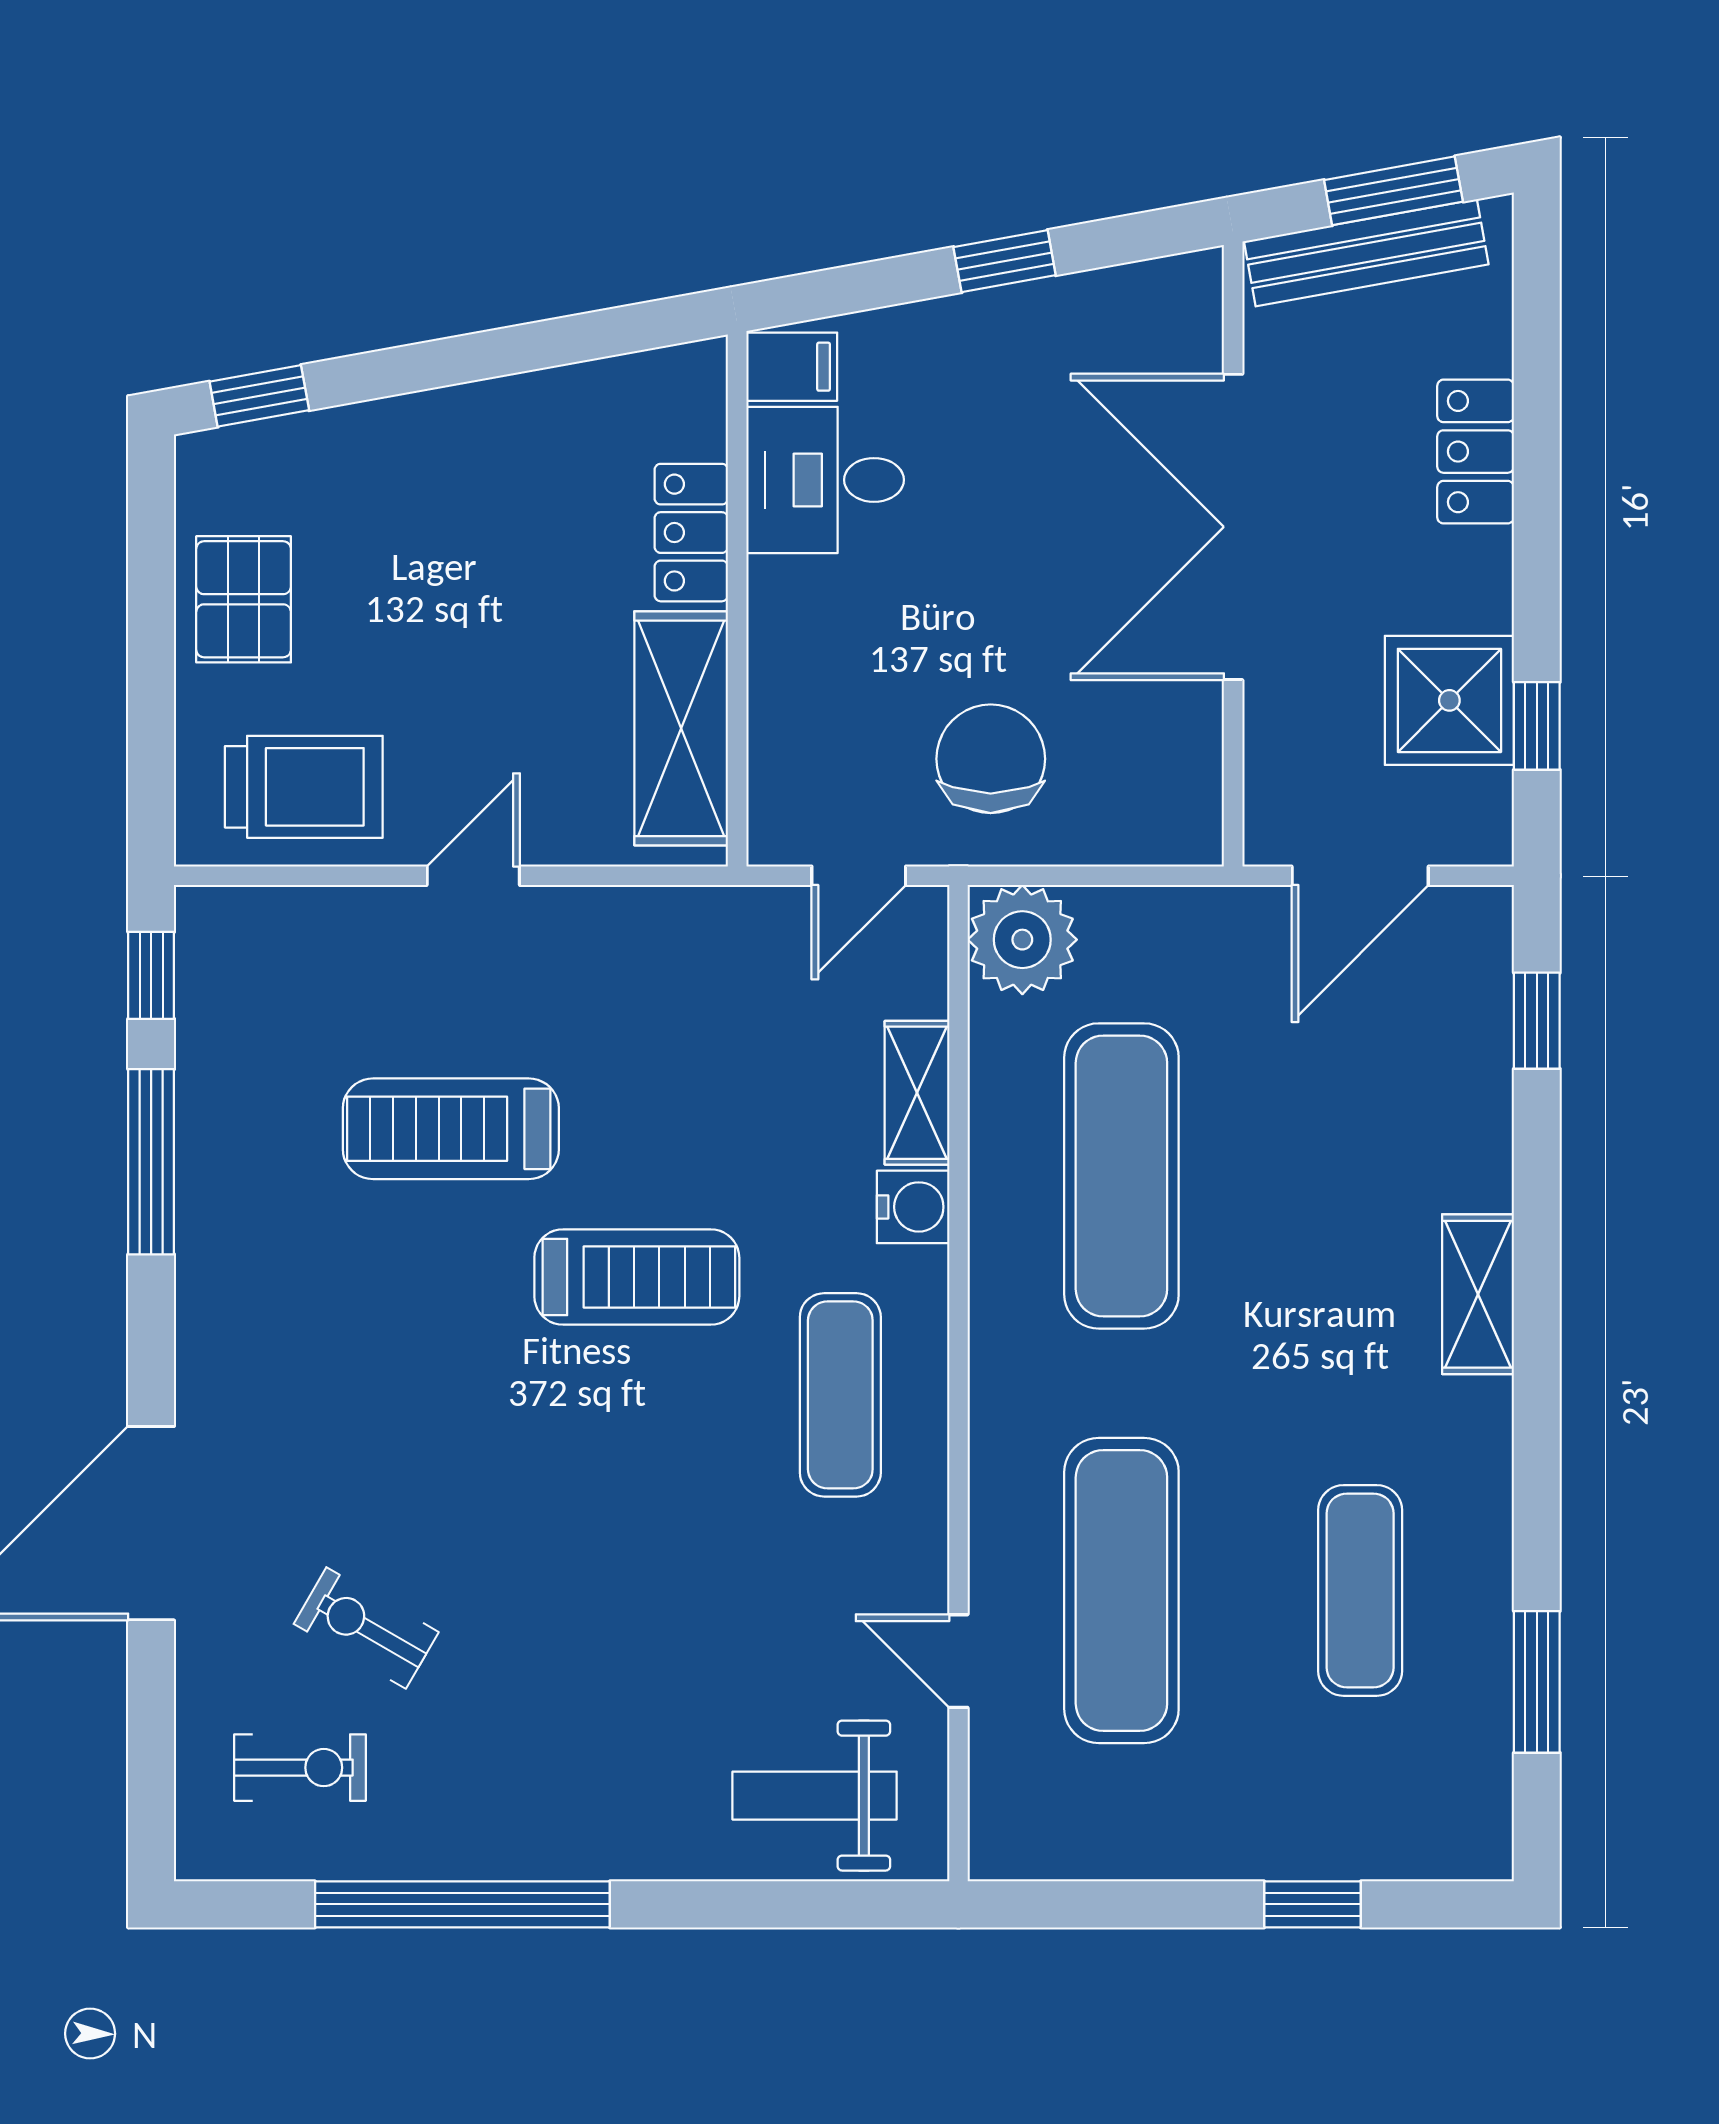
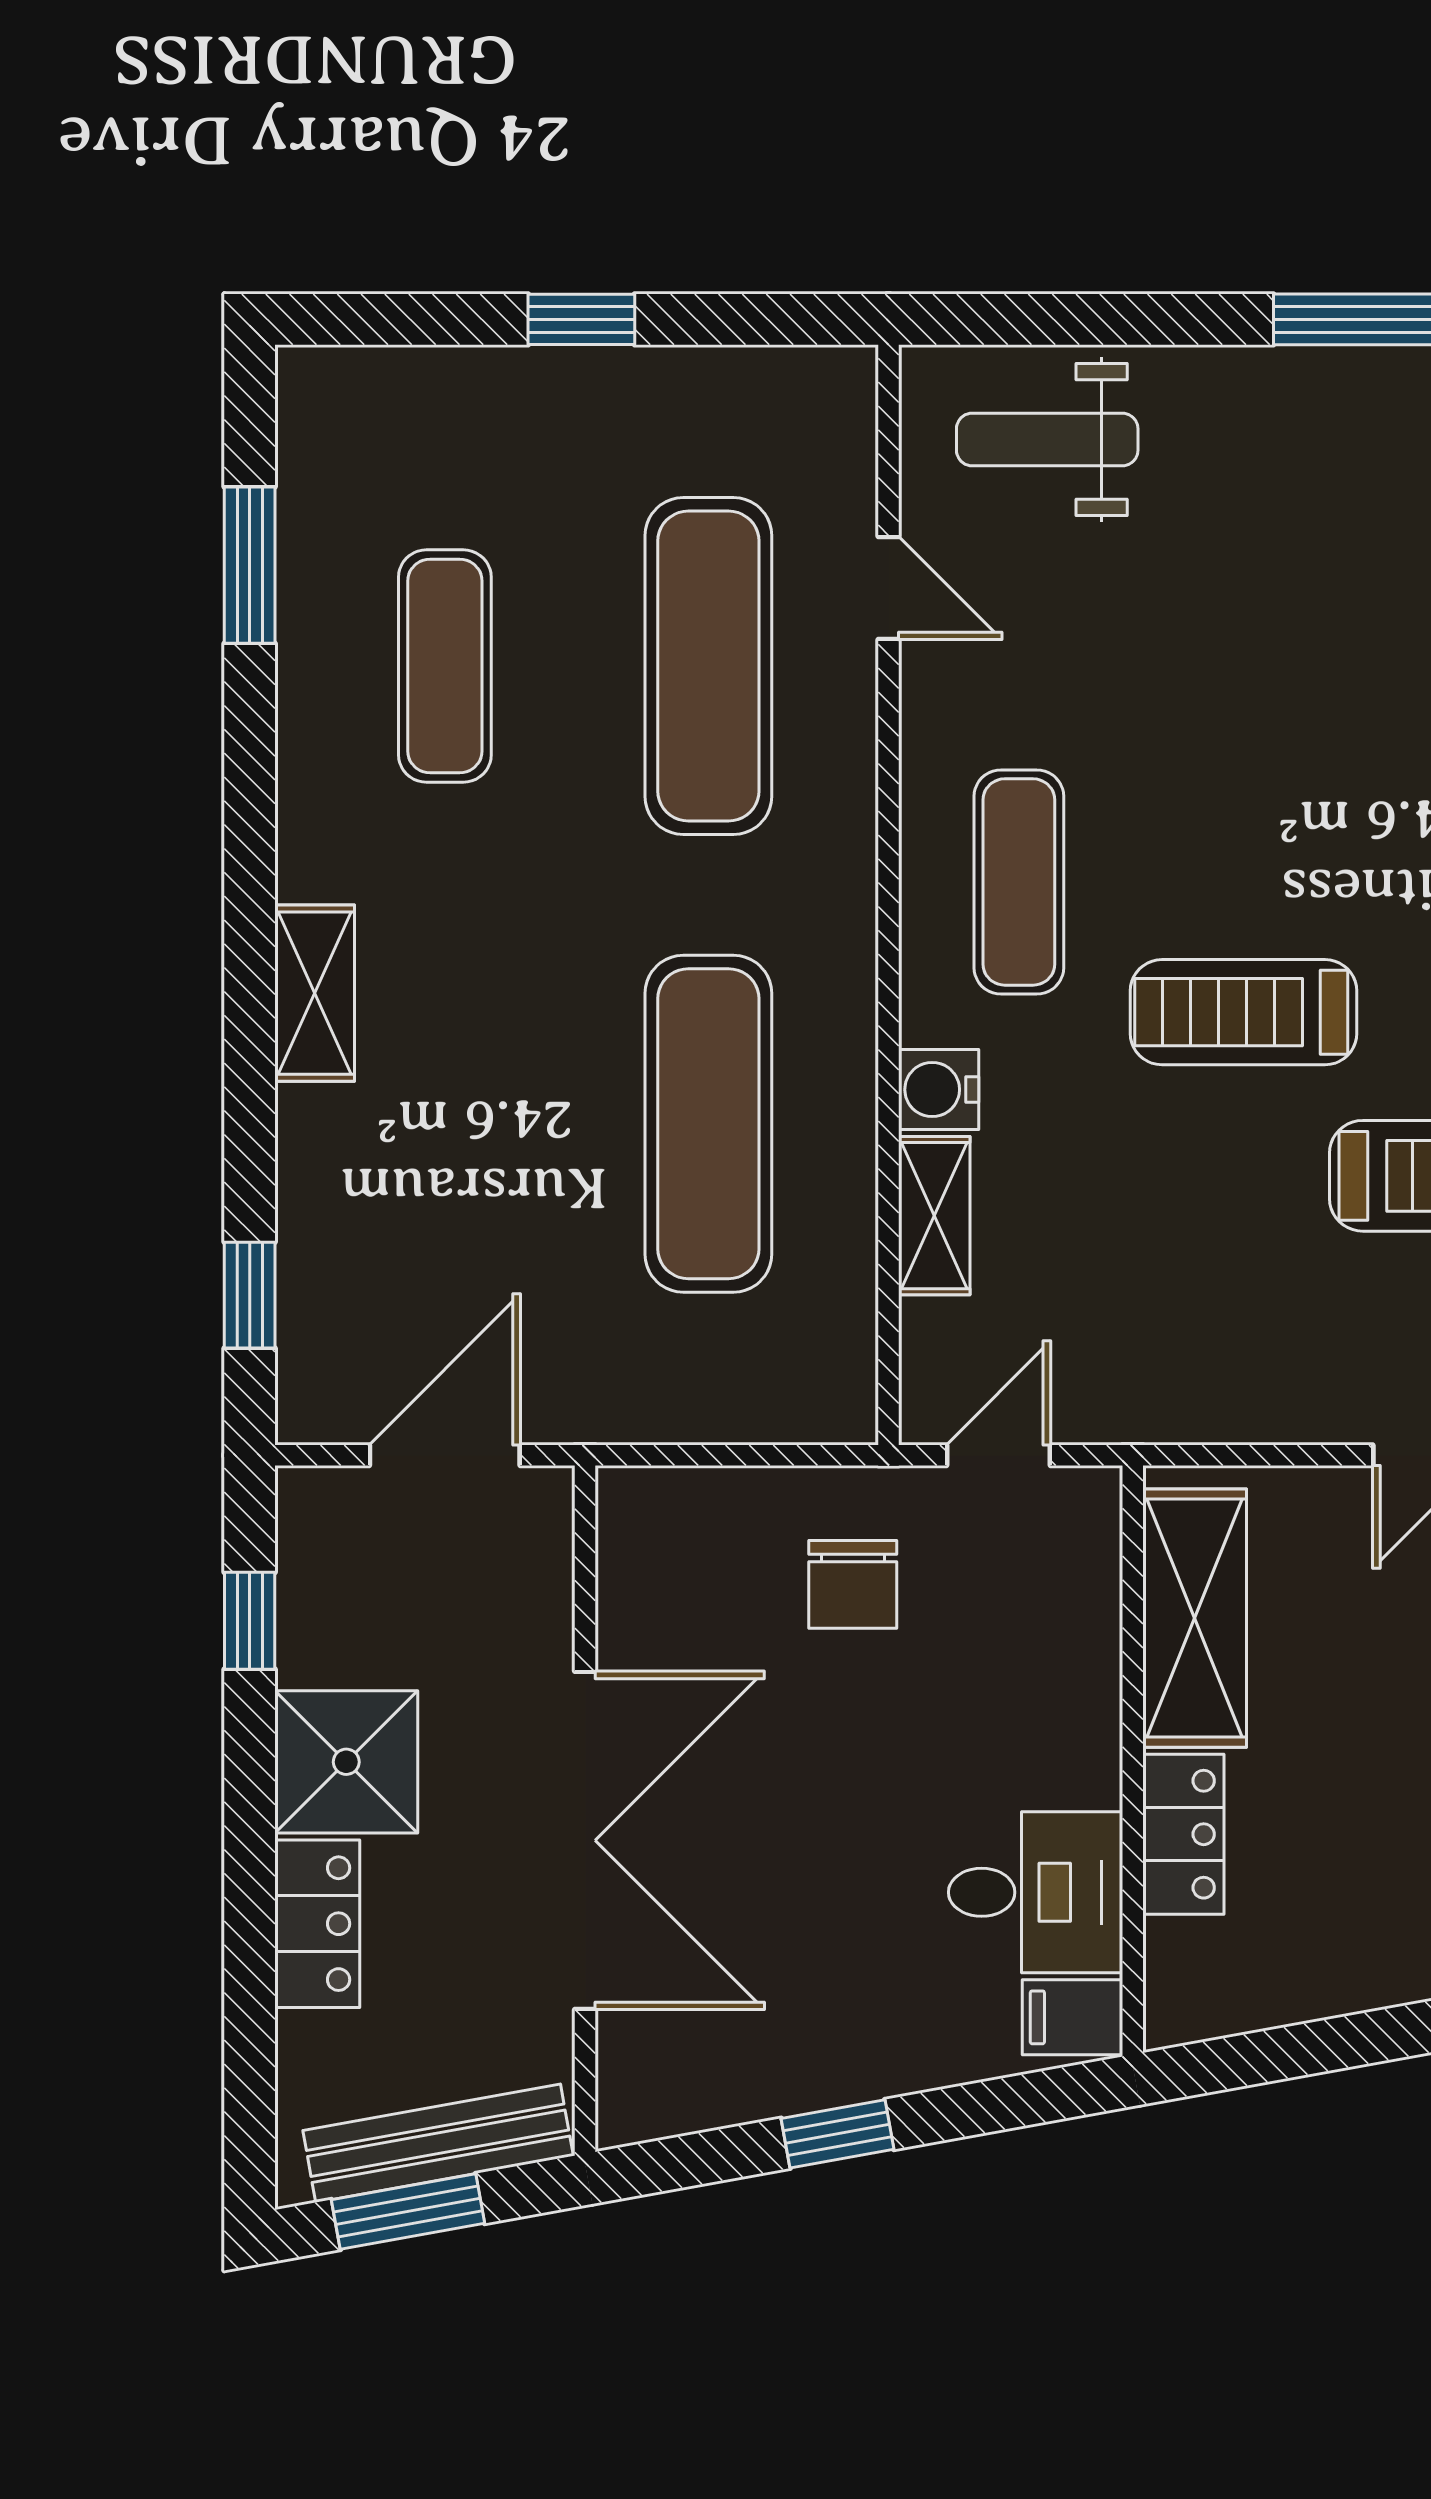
shower: (1449, 700) -> (346, 1762), moved
chair: (991, 759) -> (853, 1584), width x0.73, depth x0.73
plant: (1022, 940) -> (818, 1385), removed
weight bench: (815, 1796) -> (1047, 440), turned 180
window: (1312, 1904) -> (581, 319), moved

